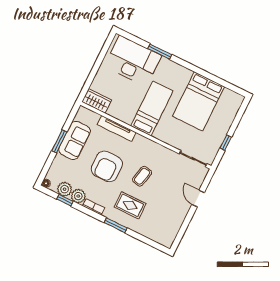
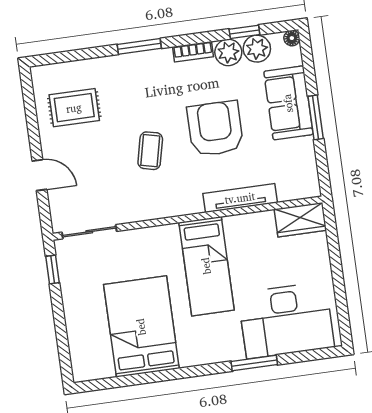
sofa: (75, 140) -> (288, 103), moved
window: (226, 143) -> (53, 269), moved
rug: (130, 205) -> (74, 108), moved

